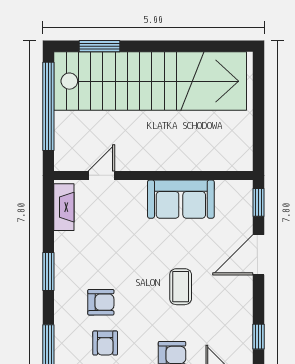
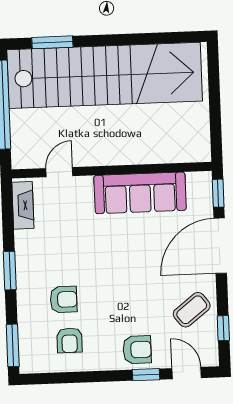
sofa: (181, 199) -> (140, 193), width x1.36
door: (258, 255) -> (220, 246), width x1.36
coffee table: (181, 287) -> (192, 310), moved, turned 52

